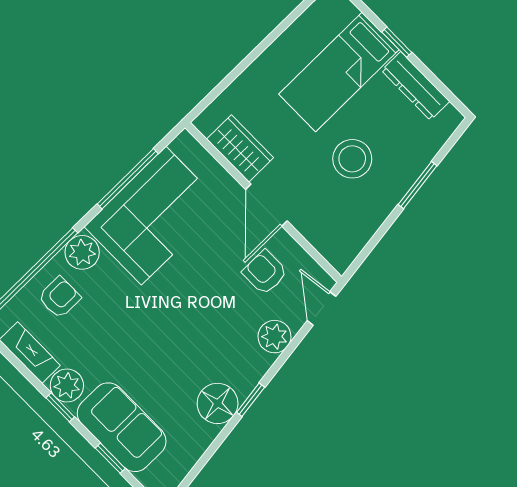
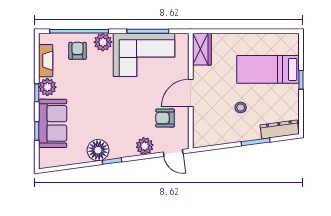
dresser: (415, 86) -> (280, 129), moved, turned 82
wardrobe: (240, 148) -> (202, 49), moved
stool: (352, 159) -> (241, 107), width x0.53, depth x0.53
armchair: (265, 272) -> (165, 118), turned -90
armchair: (59, 297) -> (78, 51), turned -90
door: (322, 308) -> (173, 153), swing flipped

